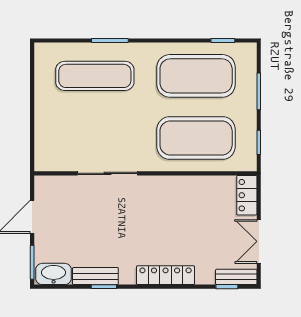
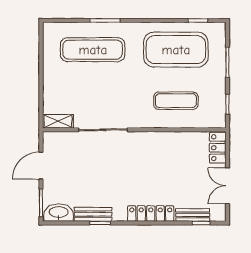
exercise mat: (196, 138) -> (176, 101), width x0.50, depth x0.69
shelving: (53, 163) -> (58, 121), added
bench: (236, 277) -> (193, 215), moved

